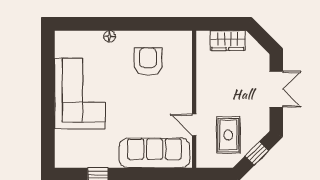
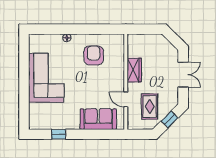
wardrobe: (228, 41) -> (134, 70), moved, turned -90
sofa: (155, 153) -> (98, 119), width x0.73

